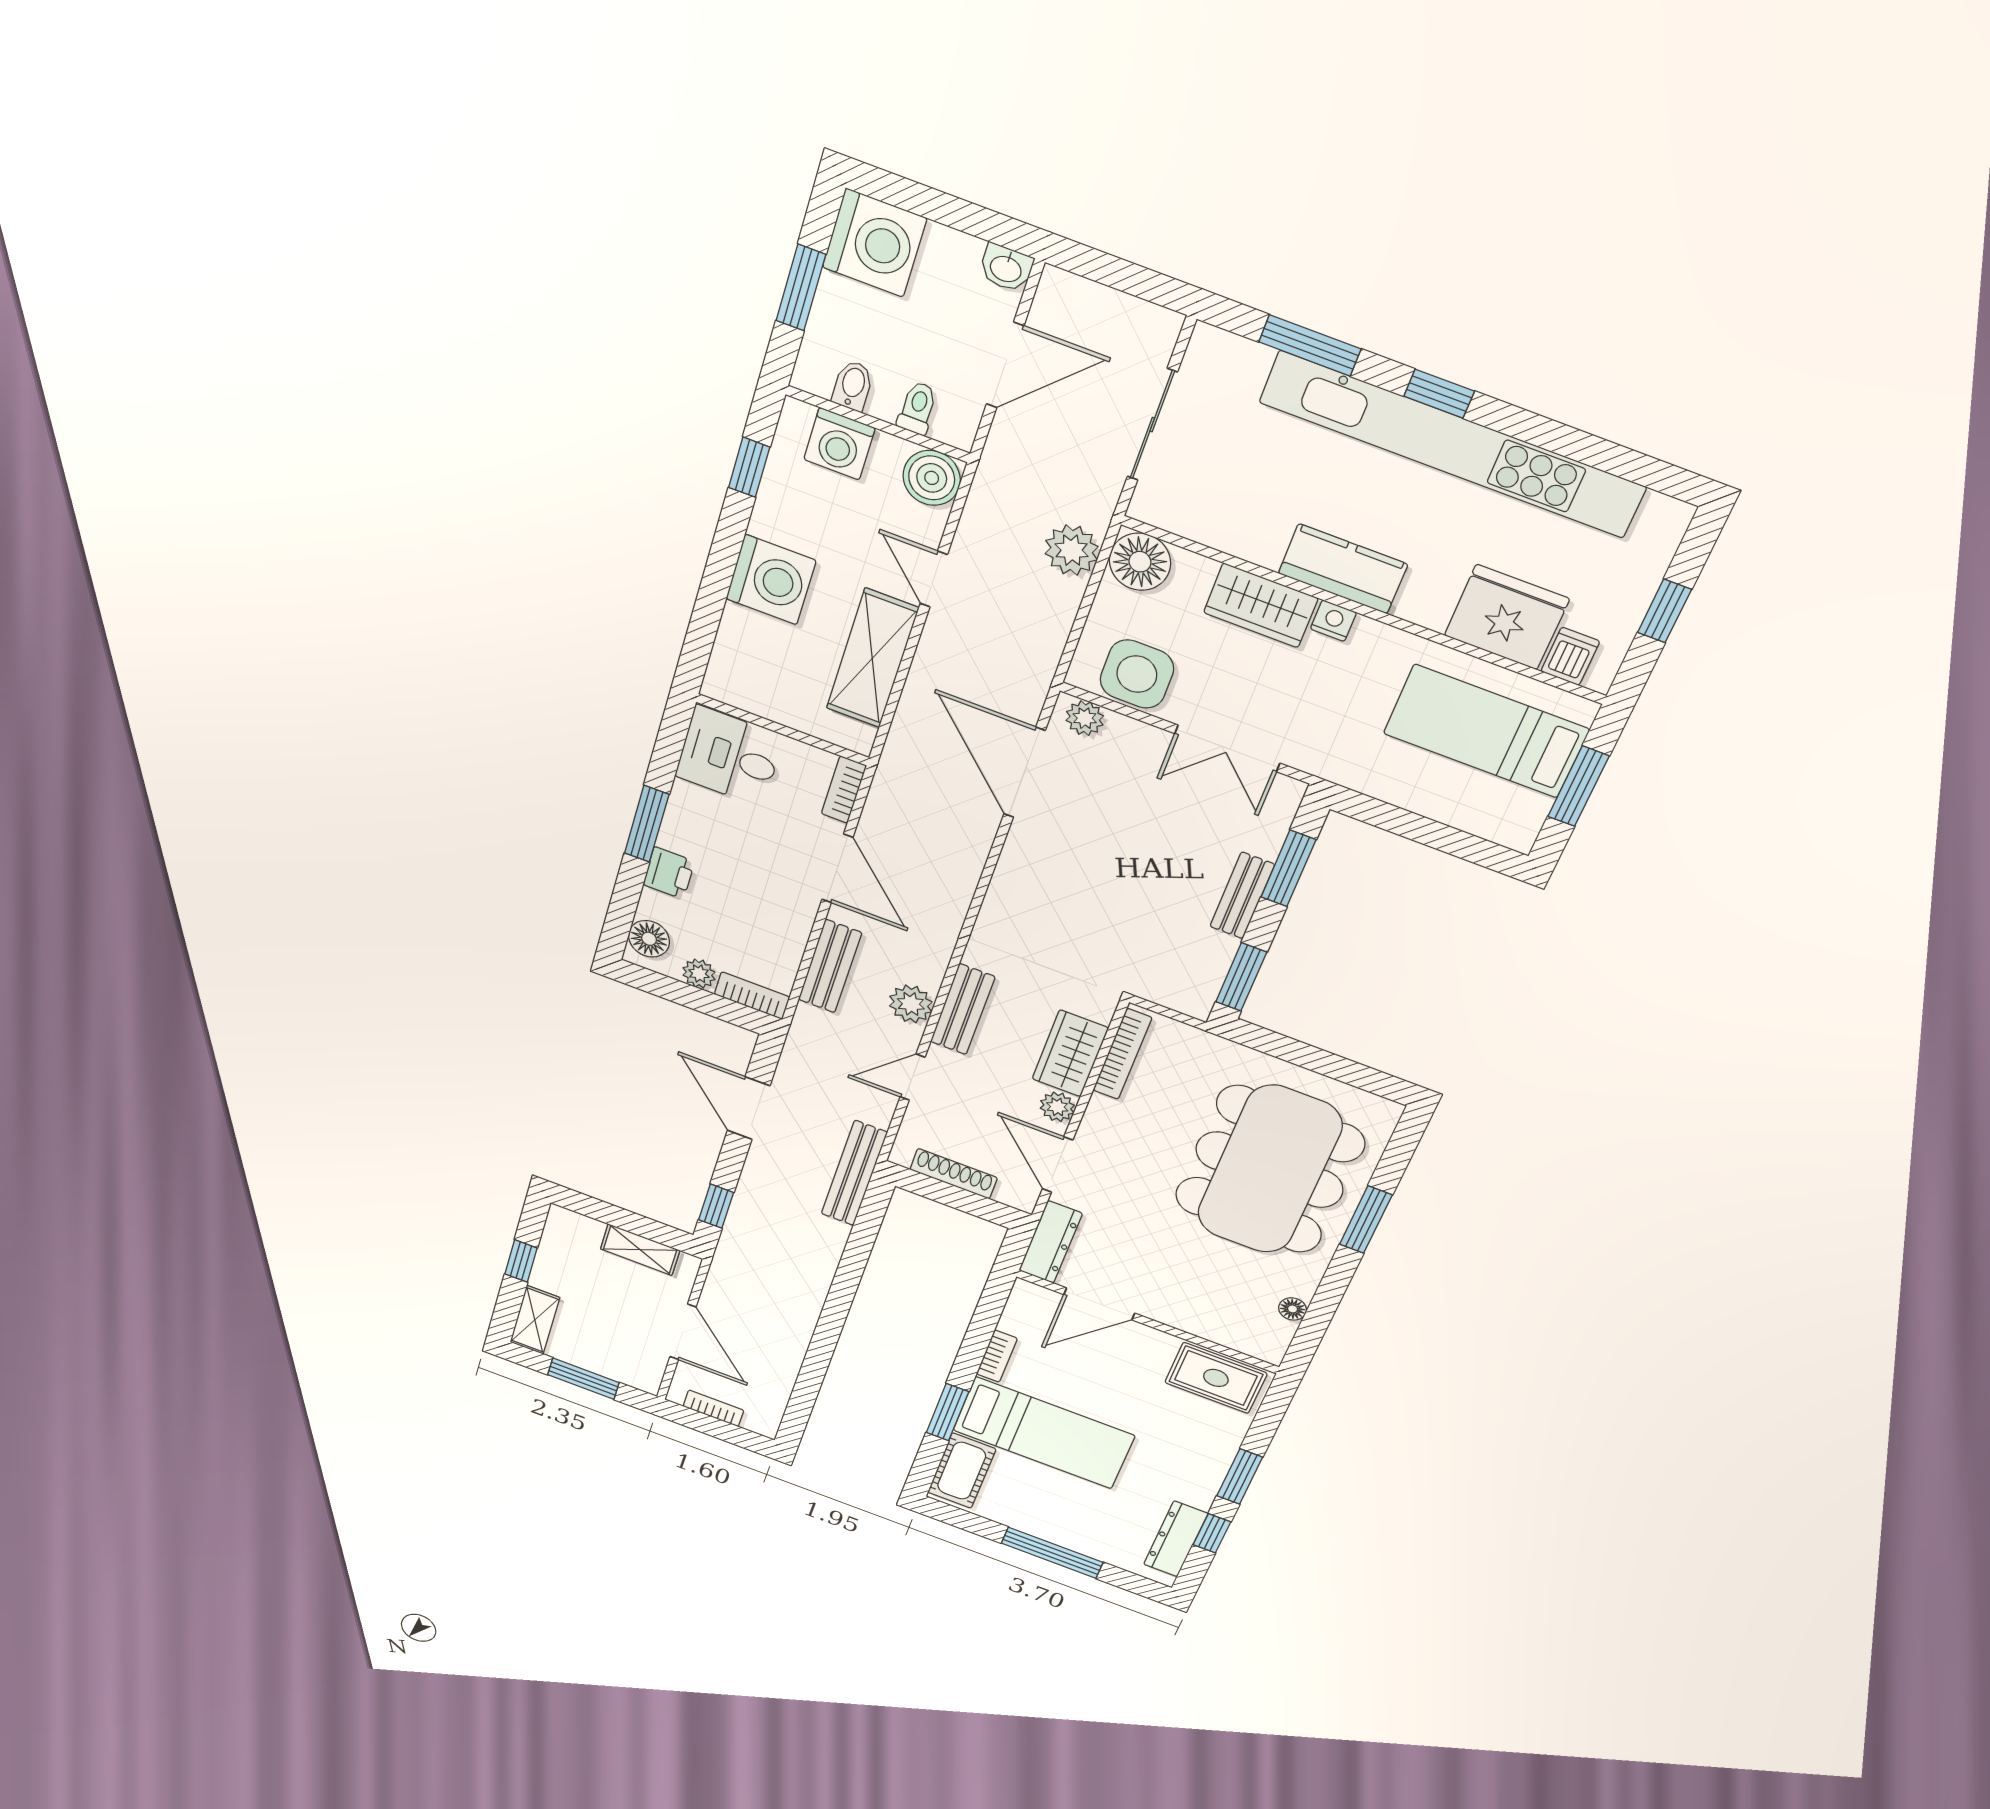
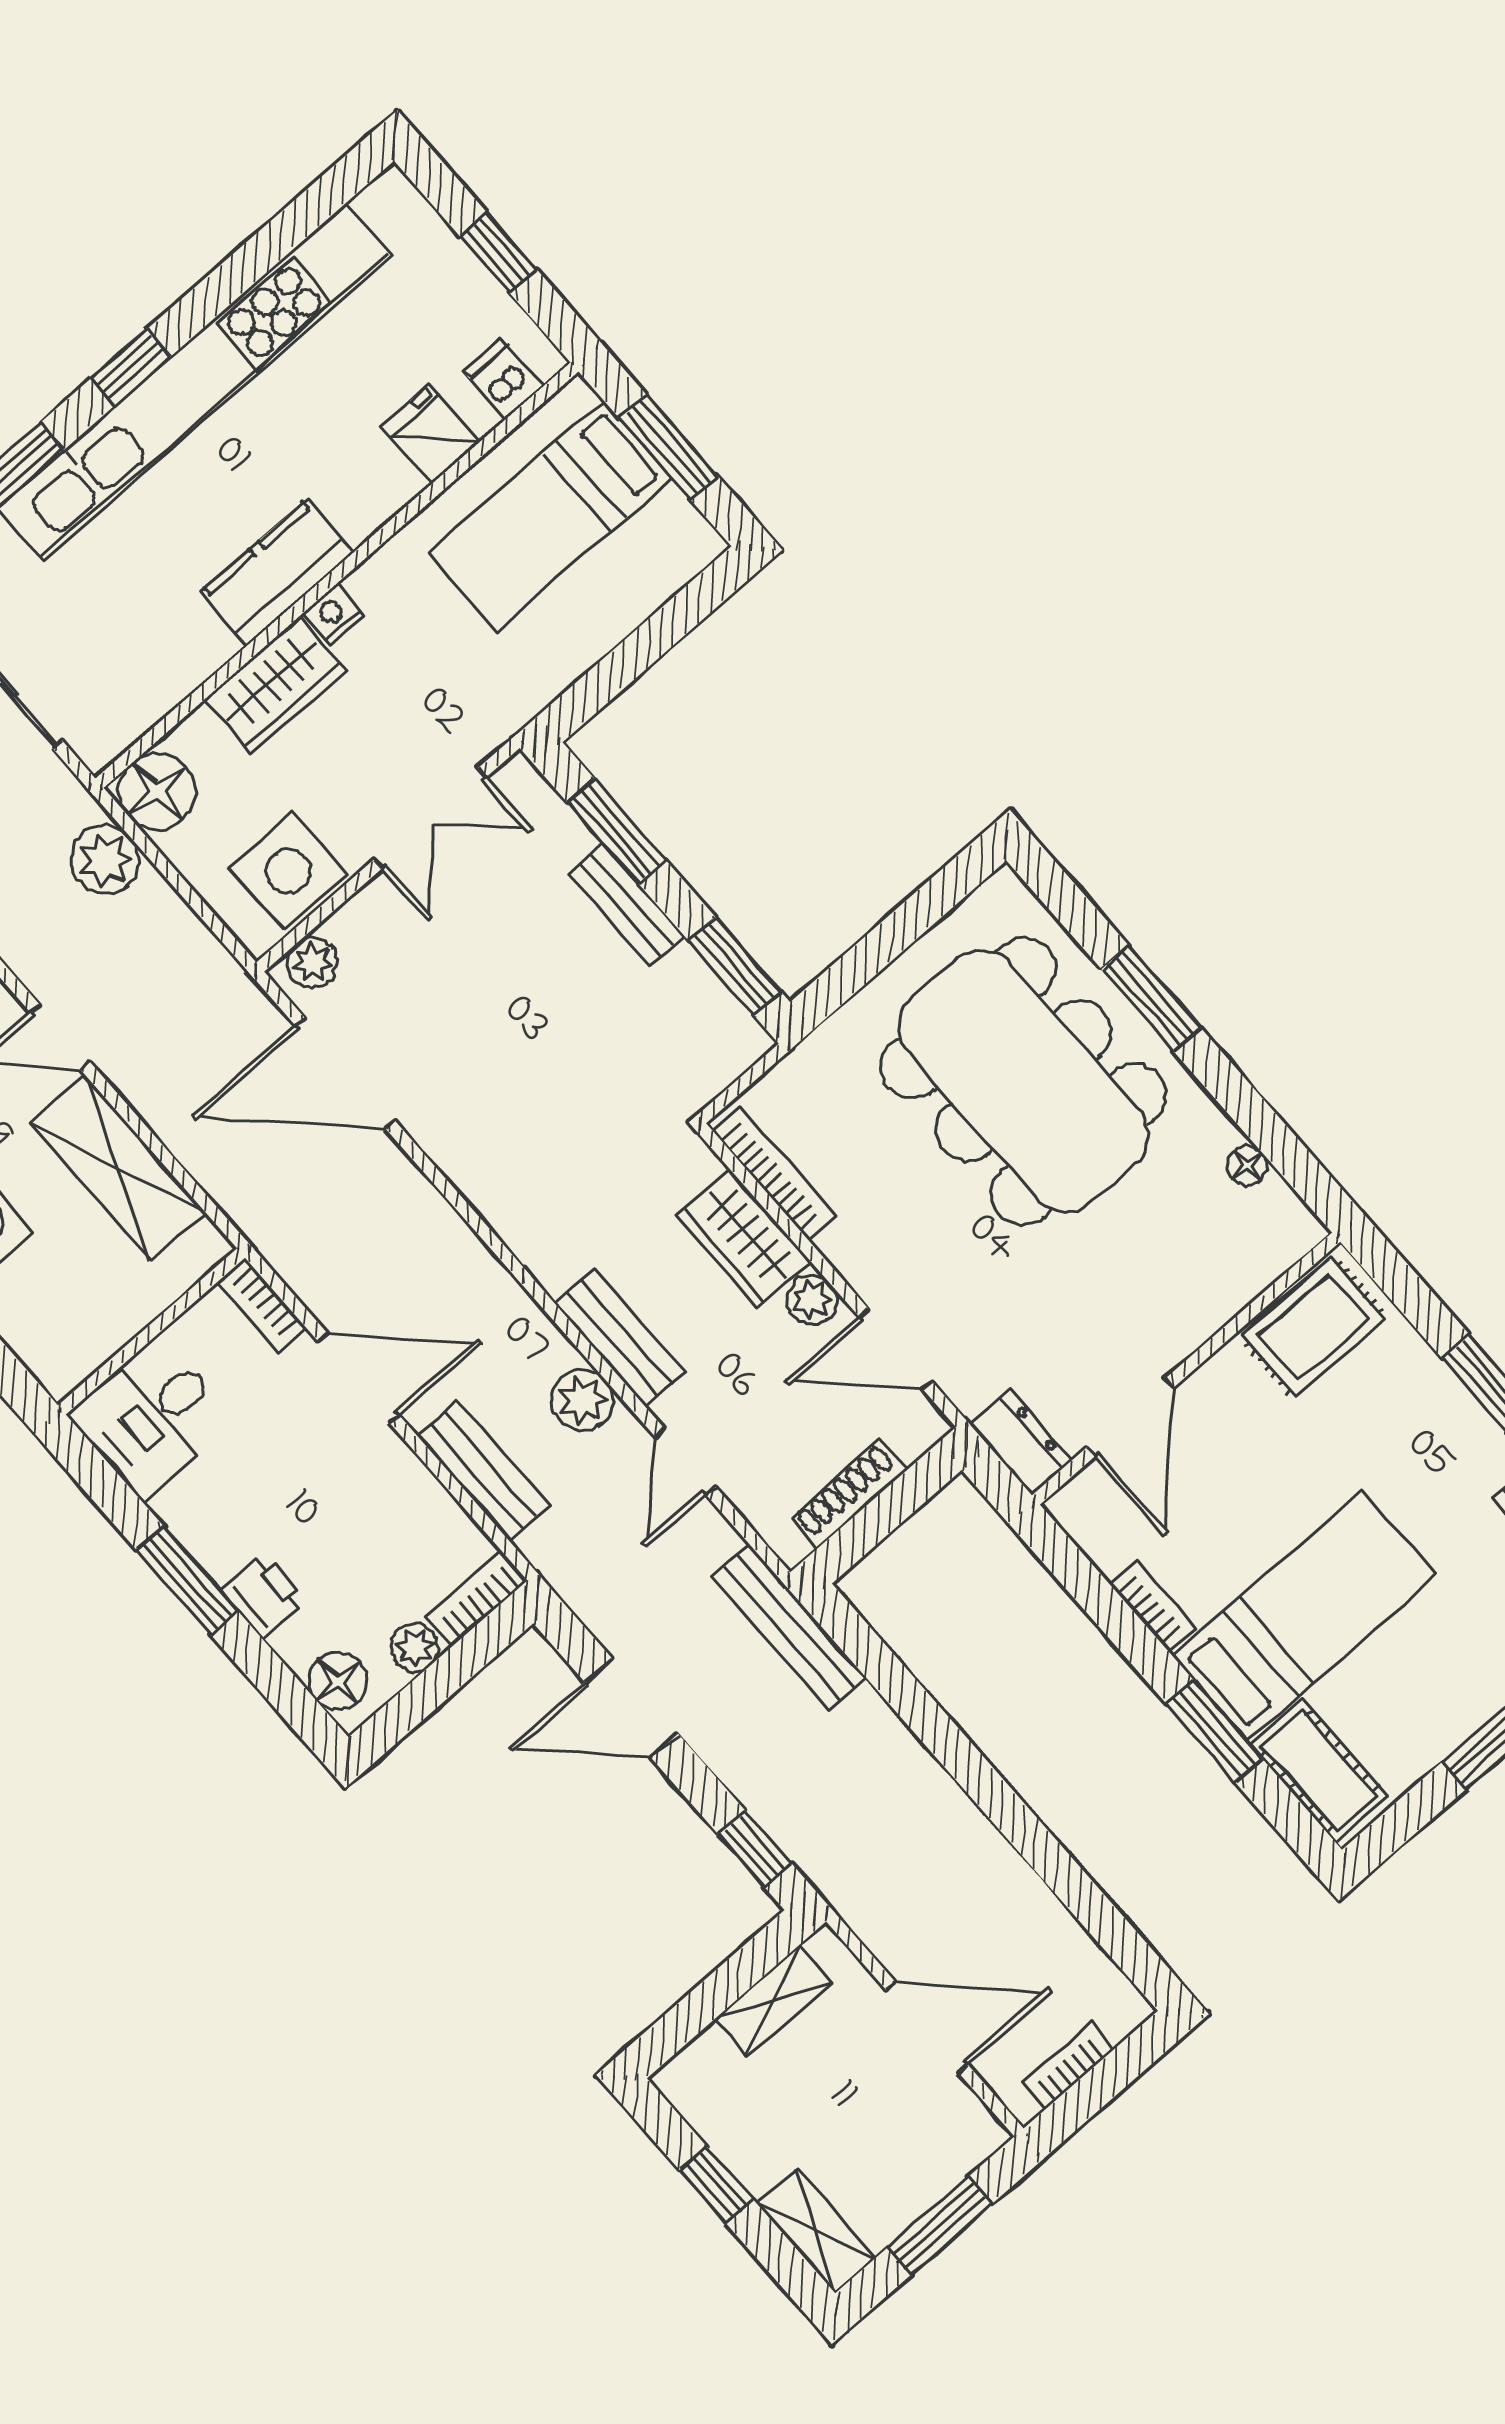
fridge: (1507, 617) -> (431, 434), width x0.53, depth x0.75
dresser: (1050, 1242) -> (1021, 1443), width x0.70

